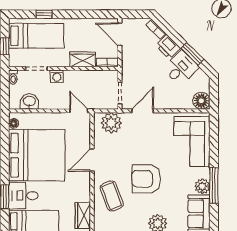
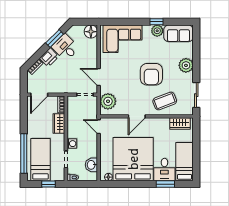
window: (44, 14) -> (24, 153), width x3.17
door: (79, 111) -> (99, 127), hinge flipped
door: (92, 160) -> (137, 116), hinge flipped
window: (214, 185) -> (157, 22), width x0.46

